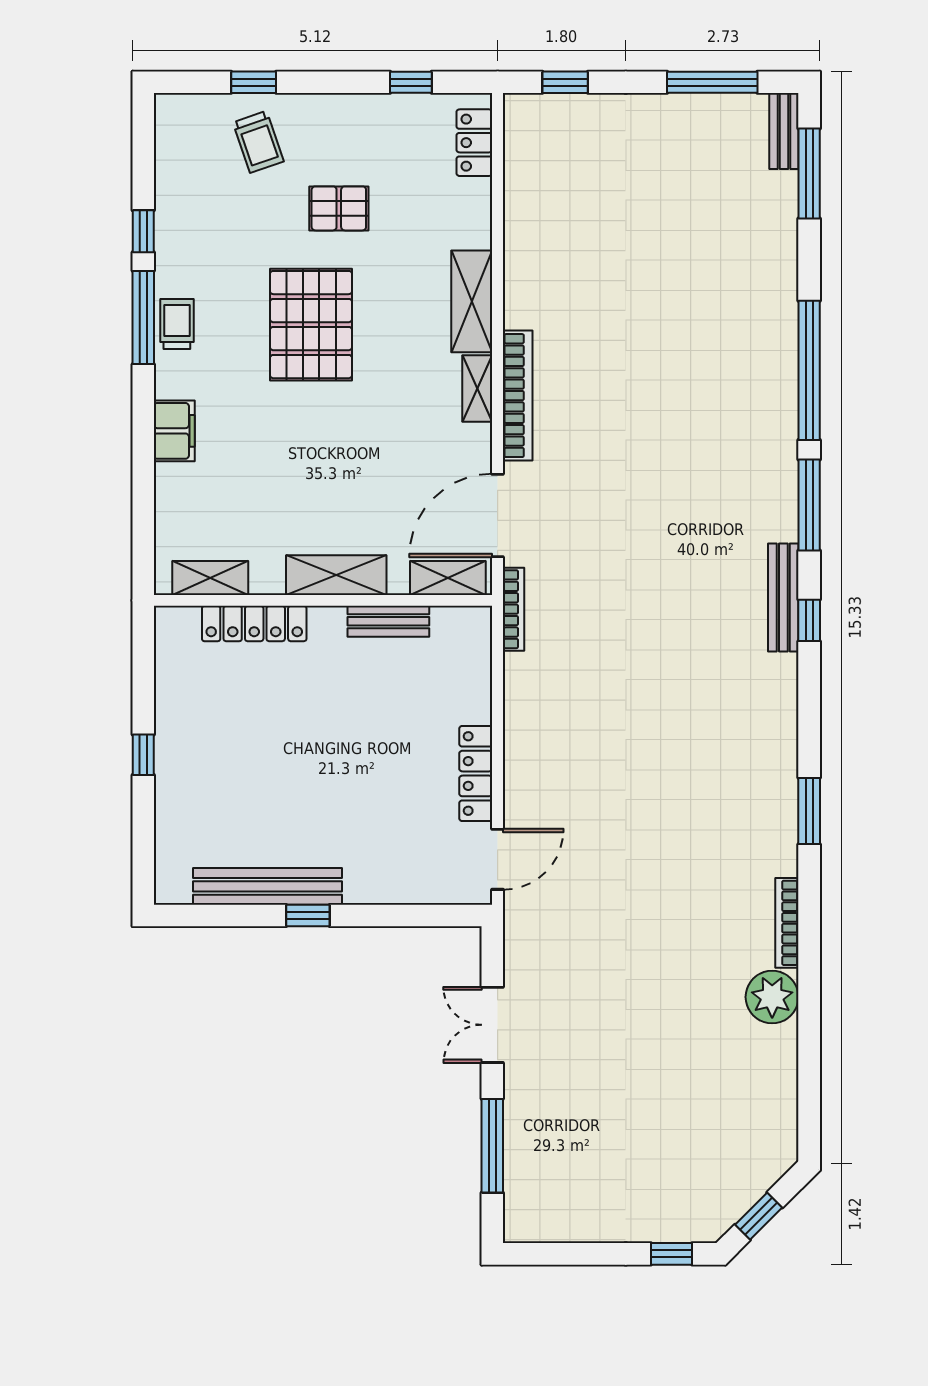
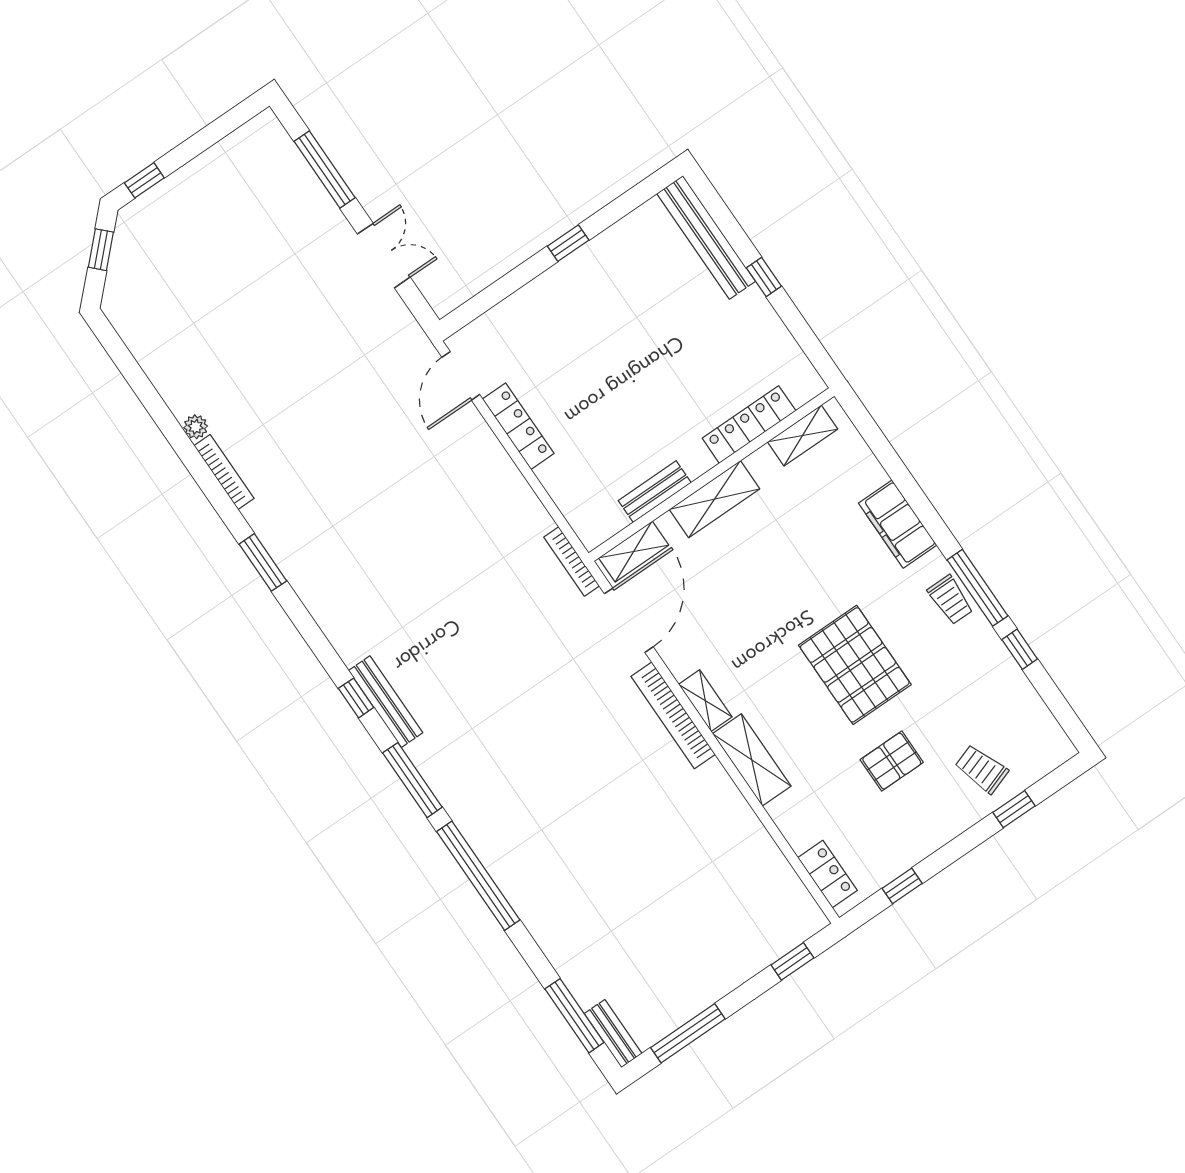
filing cabinet: (174, 431) -> (898, 524), width x1.50, depth x1.17
bench: (267, 886) -> (706, 237), moved, turned 90
plant: (772, 997) -> (196, 427), width x0.53, depth x0.53

